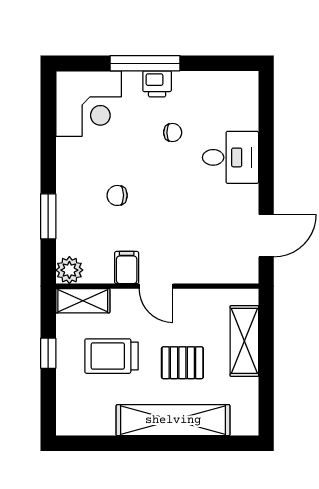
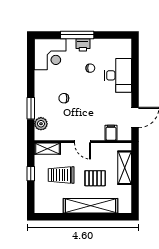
desk: (230, 157) -> (118, 75), width x1.37
filing cabinet: (127, 268) -> (111, 133), moved
plant: (69, 270) -> (41, 124), moved

